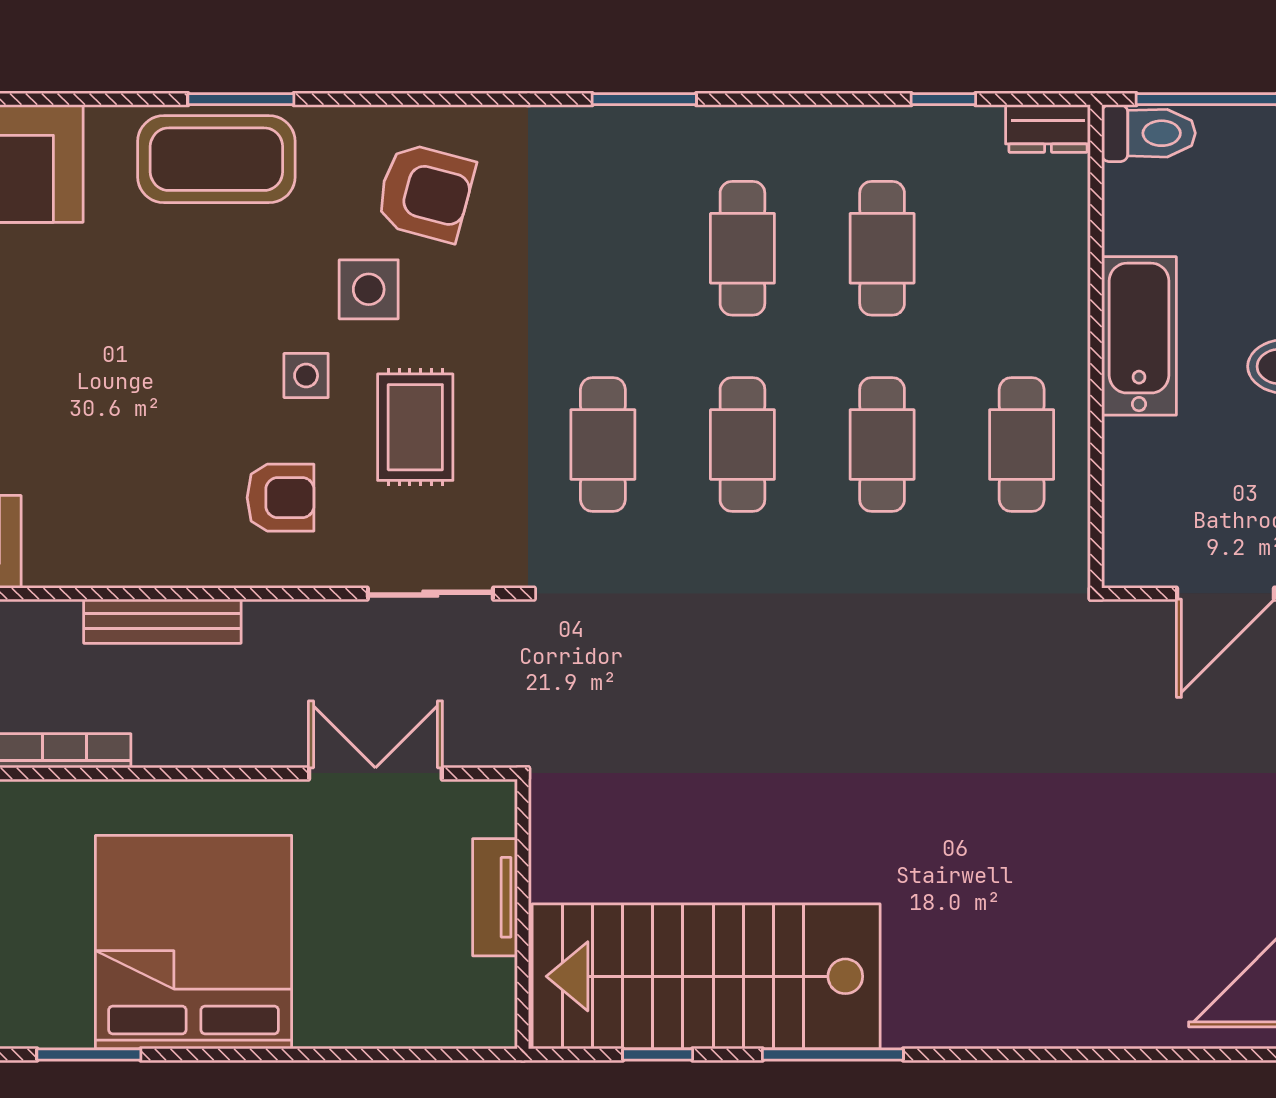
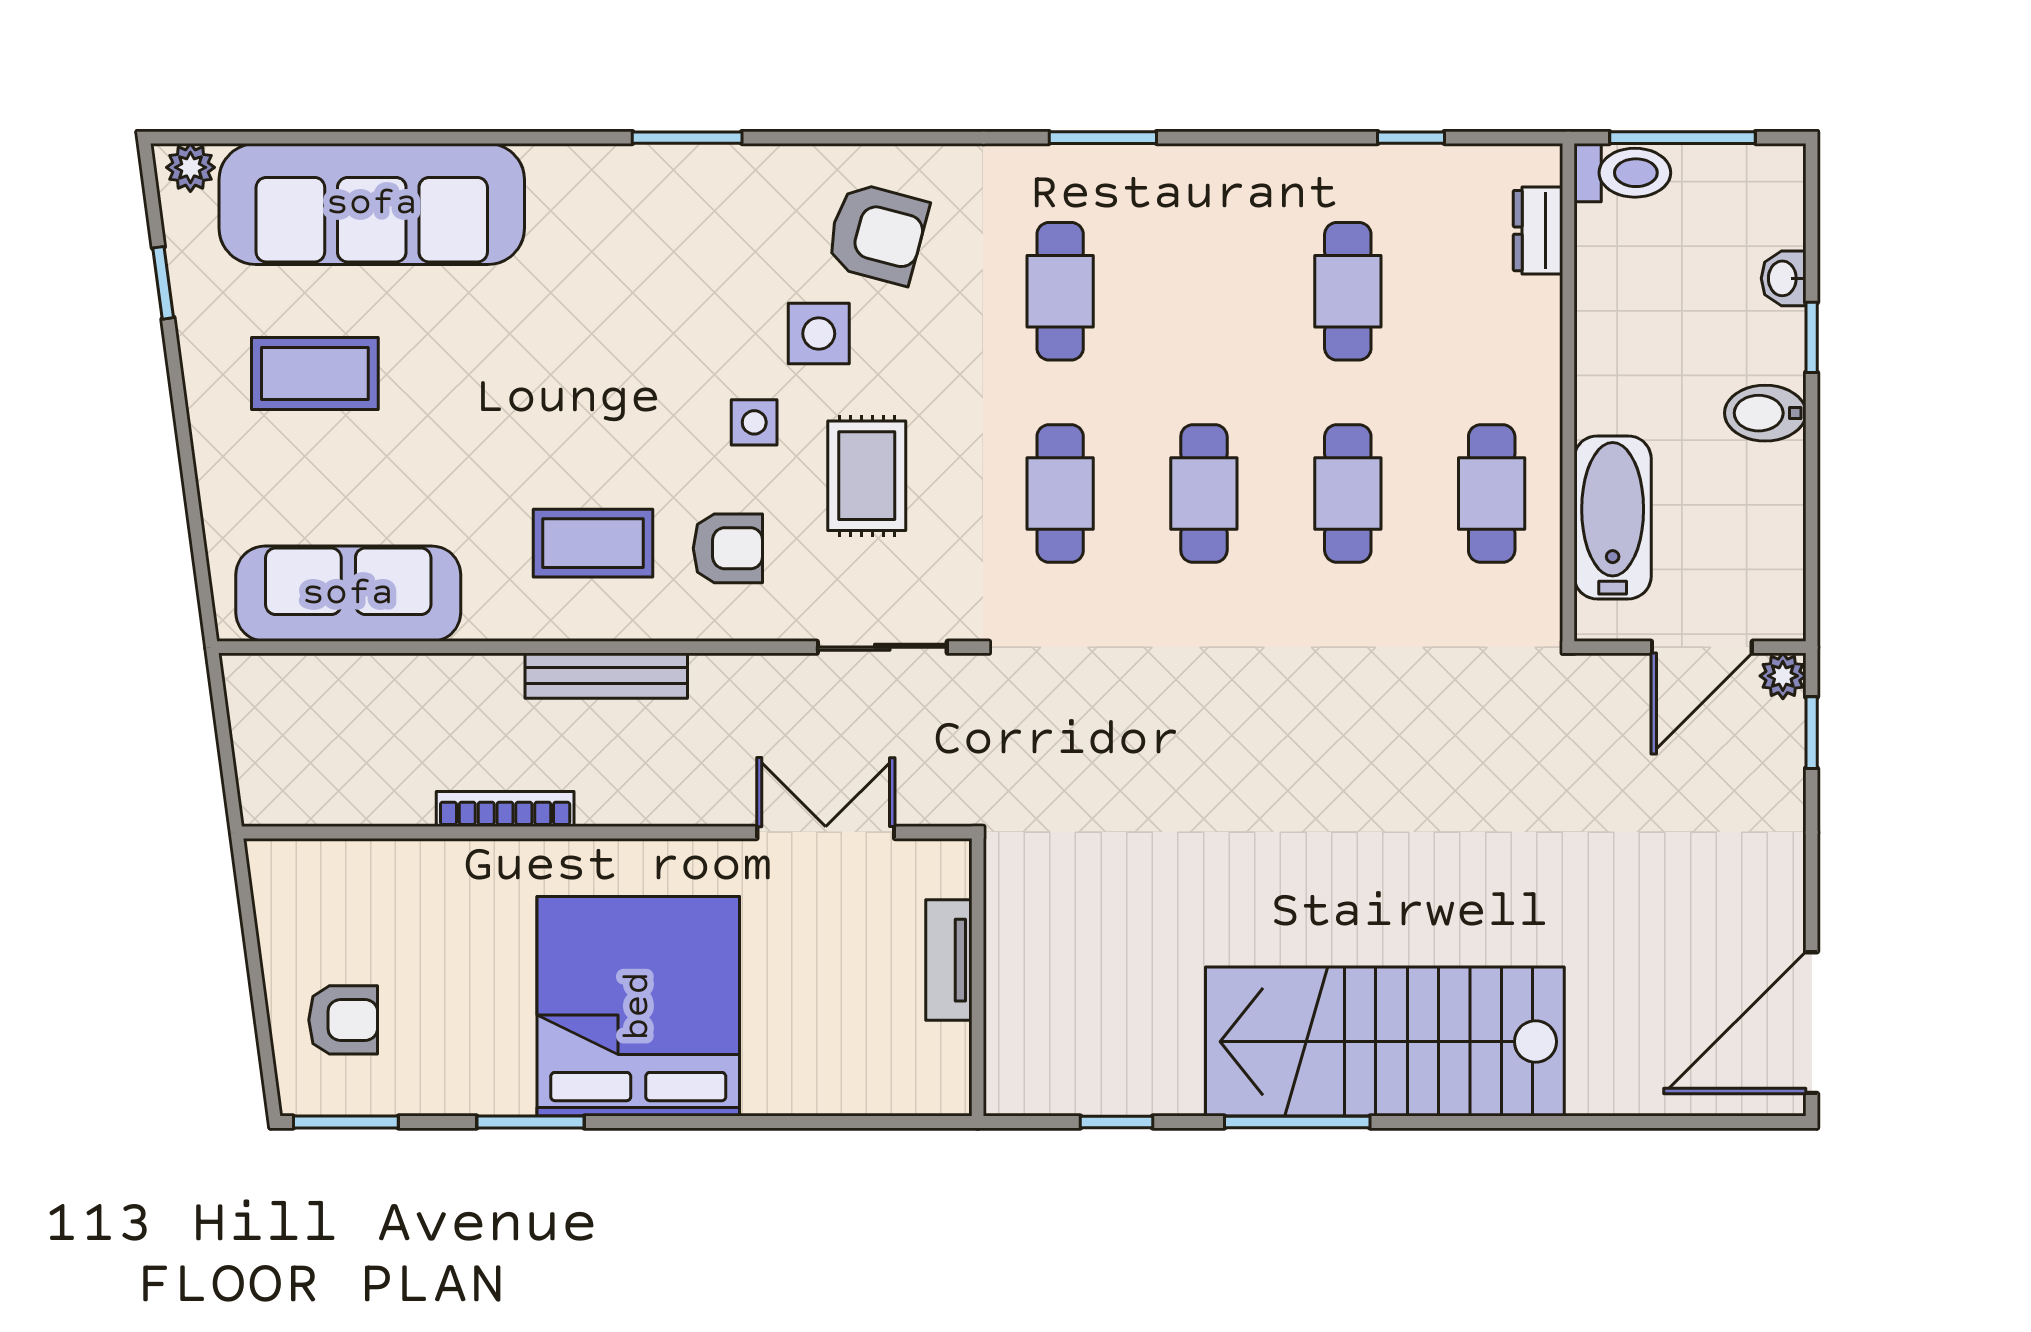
dresser: (1048, 129) -> (1538, 231), moved, turned 90
coffee table: (216, 159) -> (593, 543), moved, width x0.73, depth x0.76
cafe table: (742, 248) -> (1060, 291), moved
bathtub: (1139, 336) -> (1613, 517), moved
stairs: (706, 976) -> (1385, 1042), moved

